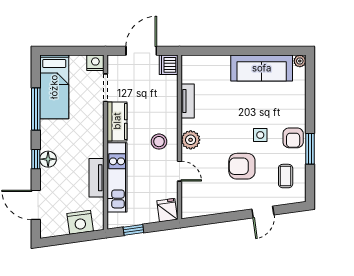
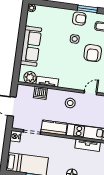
dishwasher: (169, 65) -> (40, 93), moved
sofa: (262, 68) -> (31, 46), moved
plant: (191, 140) -> (30, 77), moved

